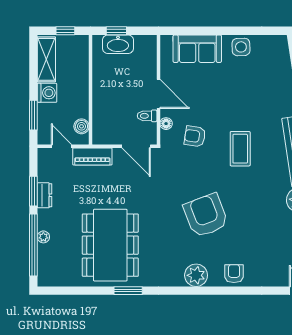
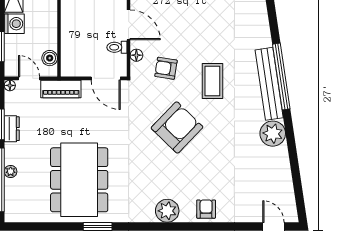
floor lamp: (43, 153) -> (10, 85), added
armchair: (206, 215) -> (177, 128), moved, turned 65

